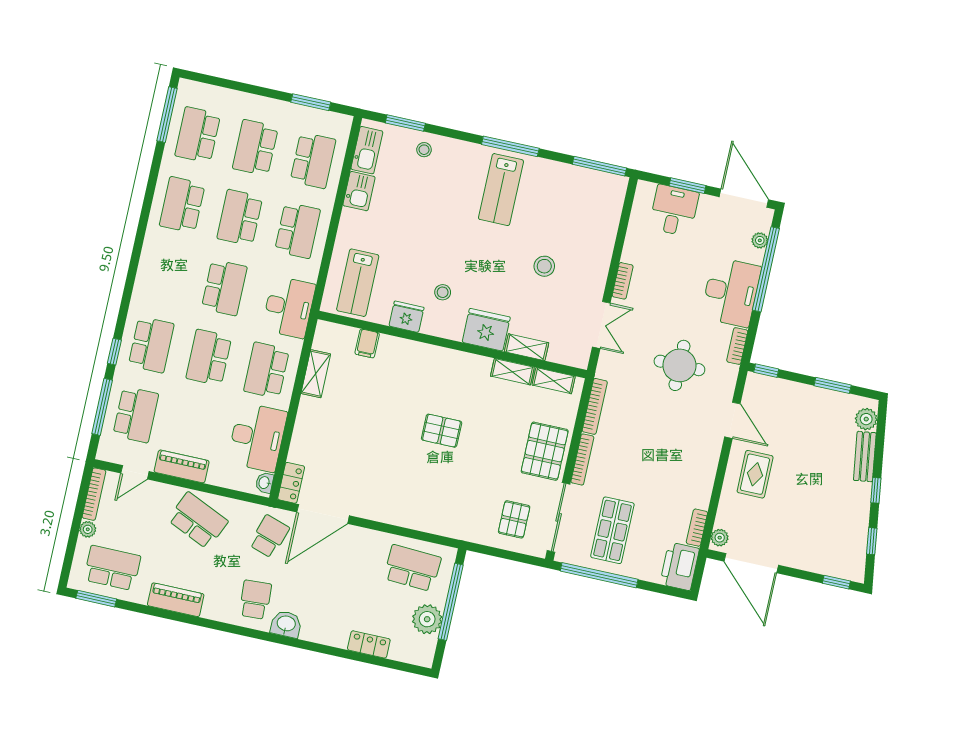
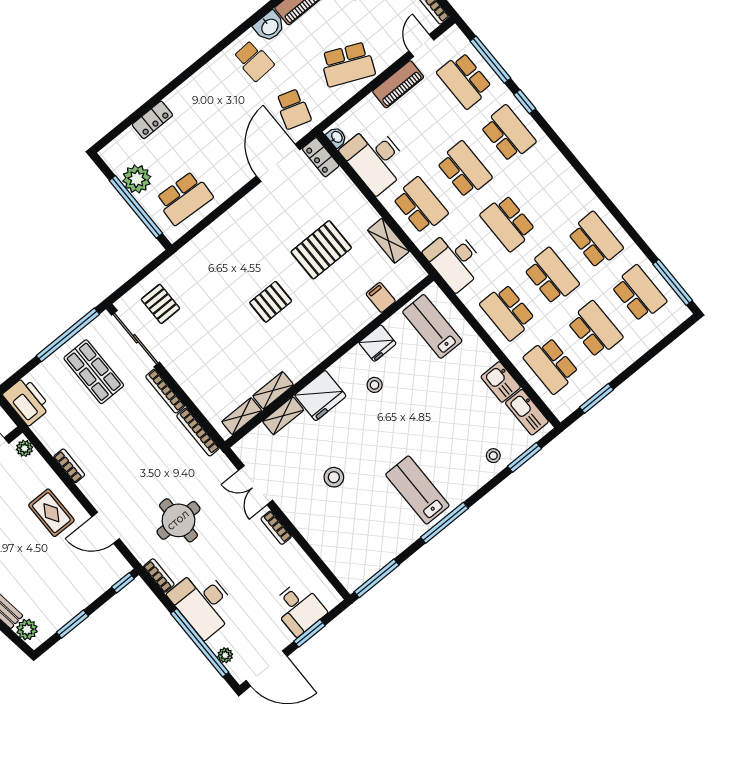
school desk: (151, 345) -> (508, 134), turned 180
pallet: (545, 451) -> (321, 250), moved, turned 90
bookcase: (697, 528) -> (69, 466), moved
washbasin: (286, 624) -> (269, 26), moved

